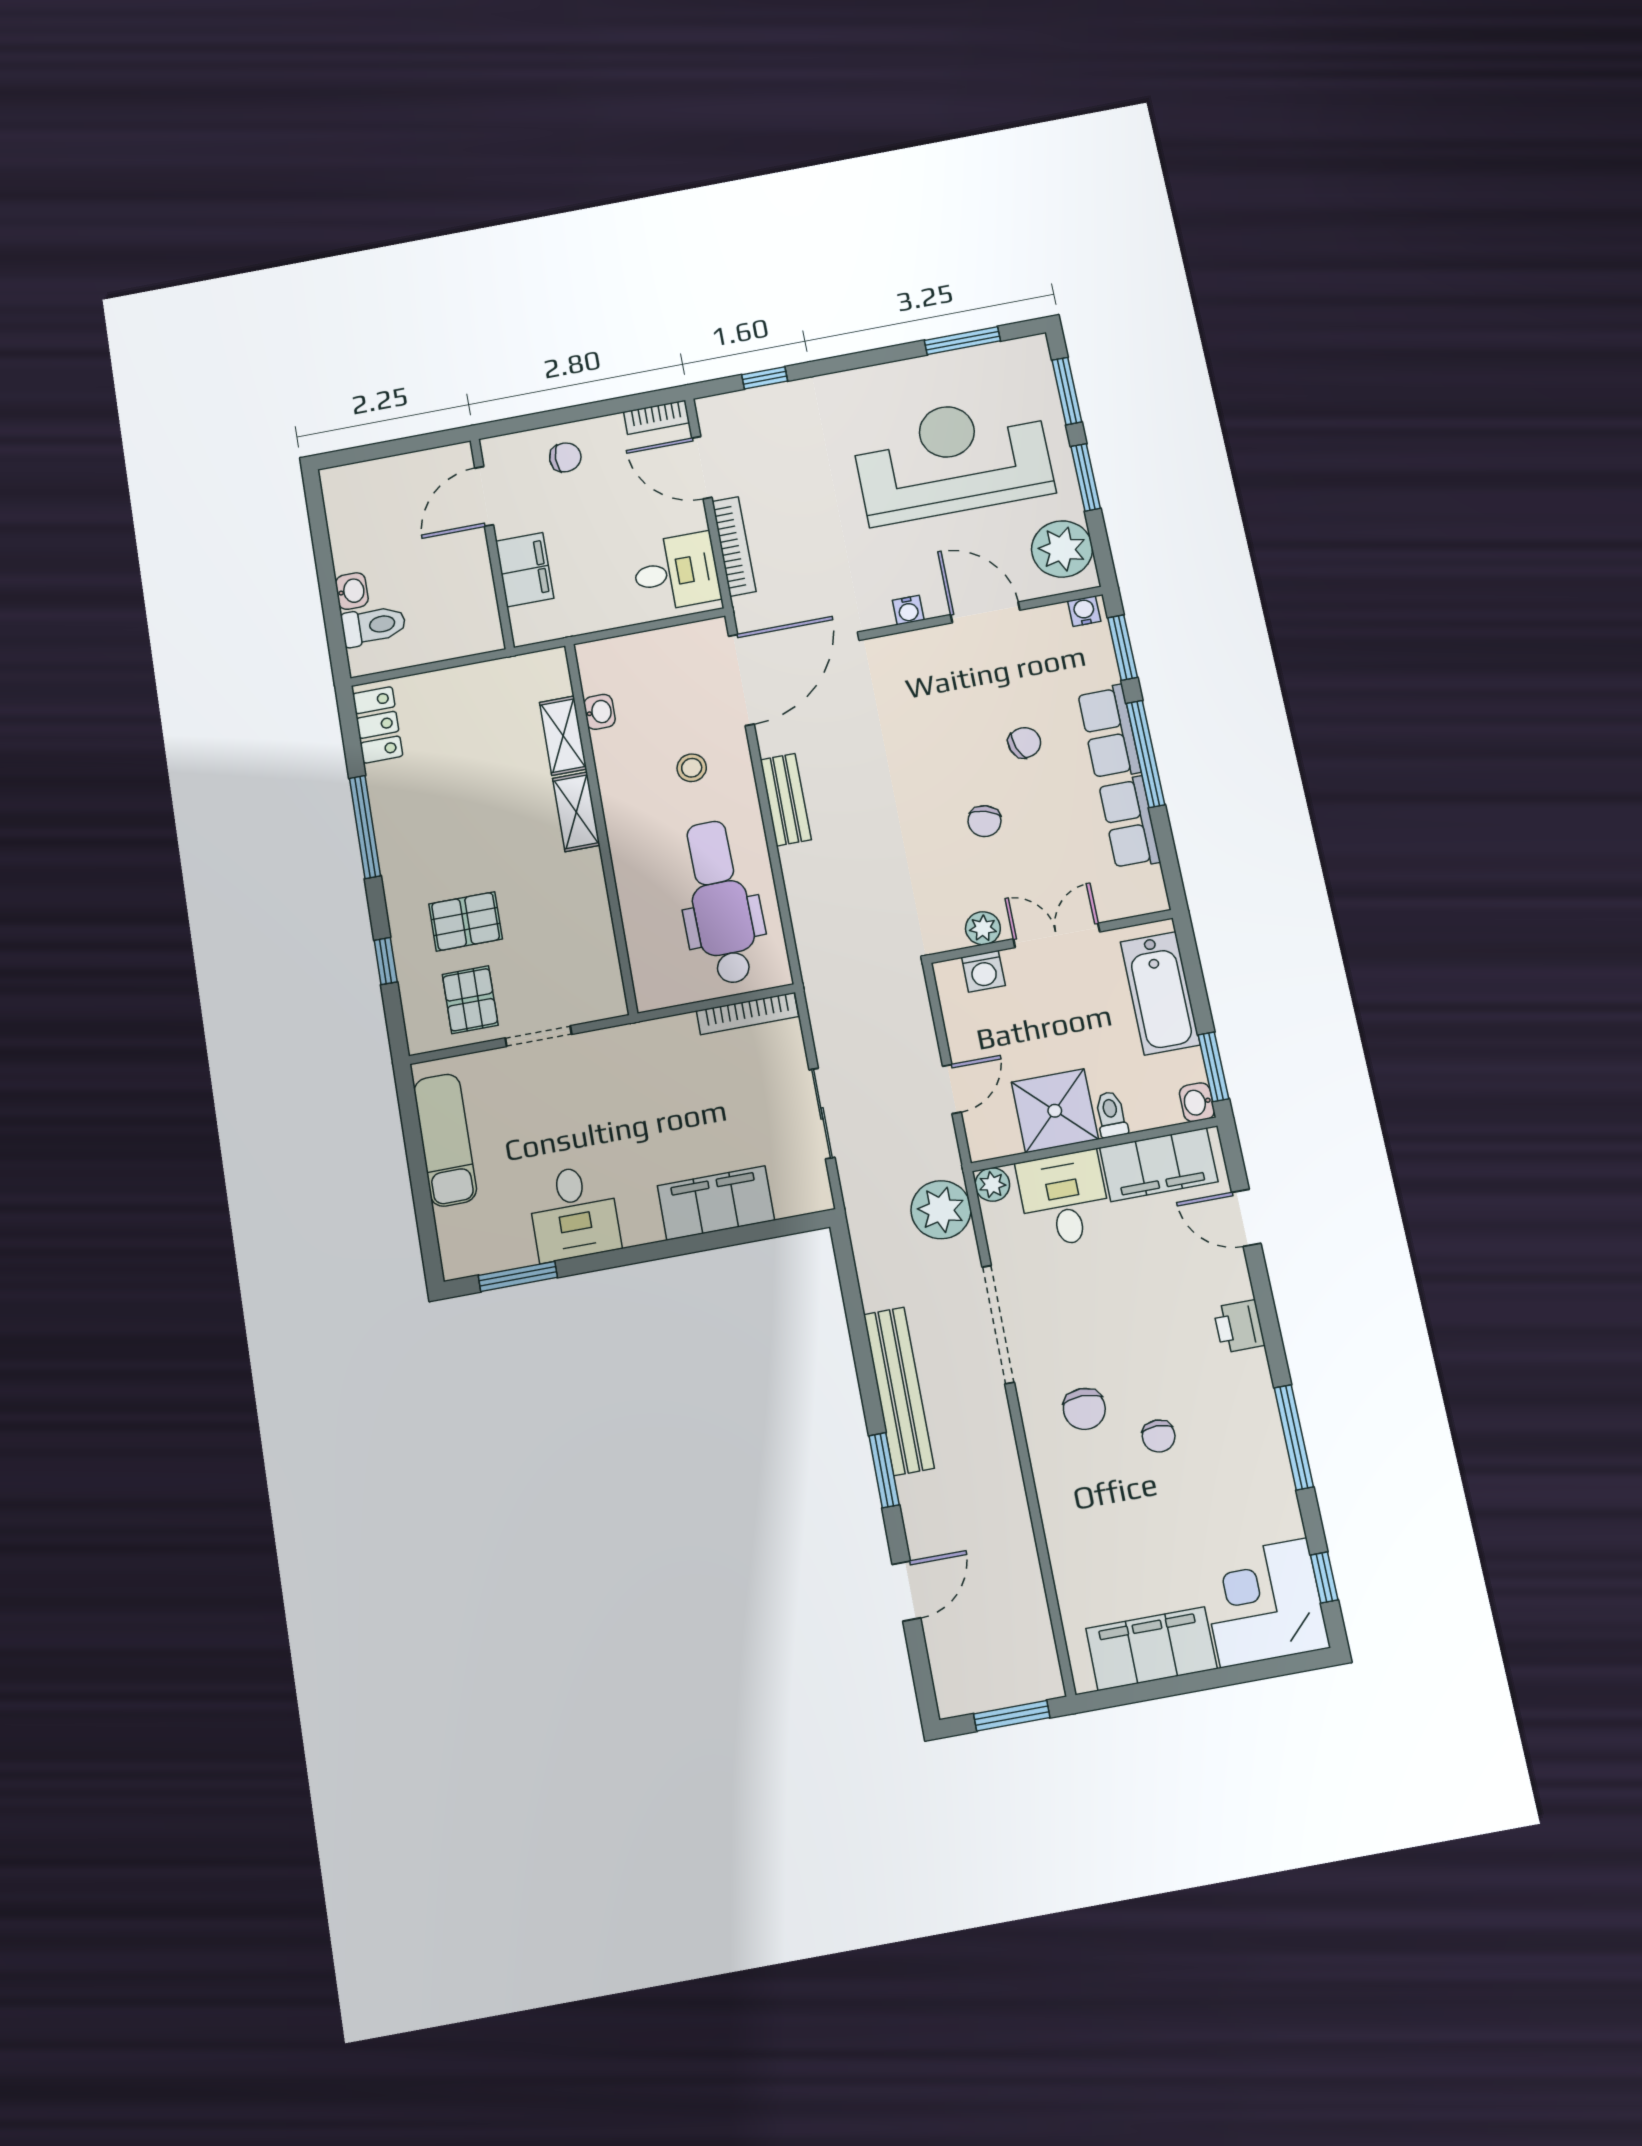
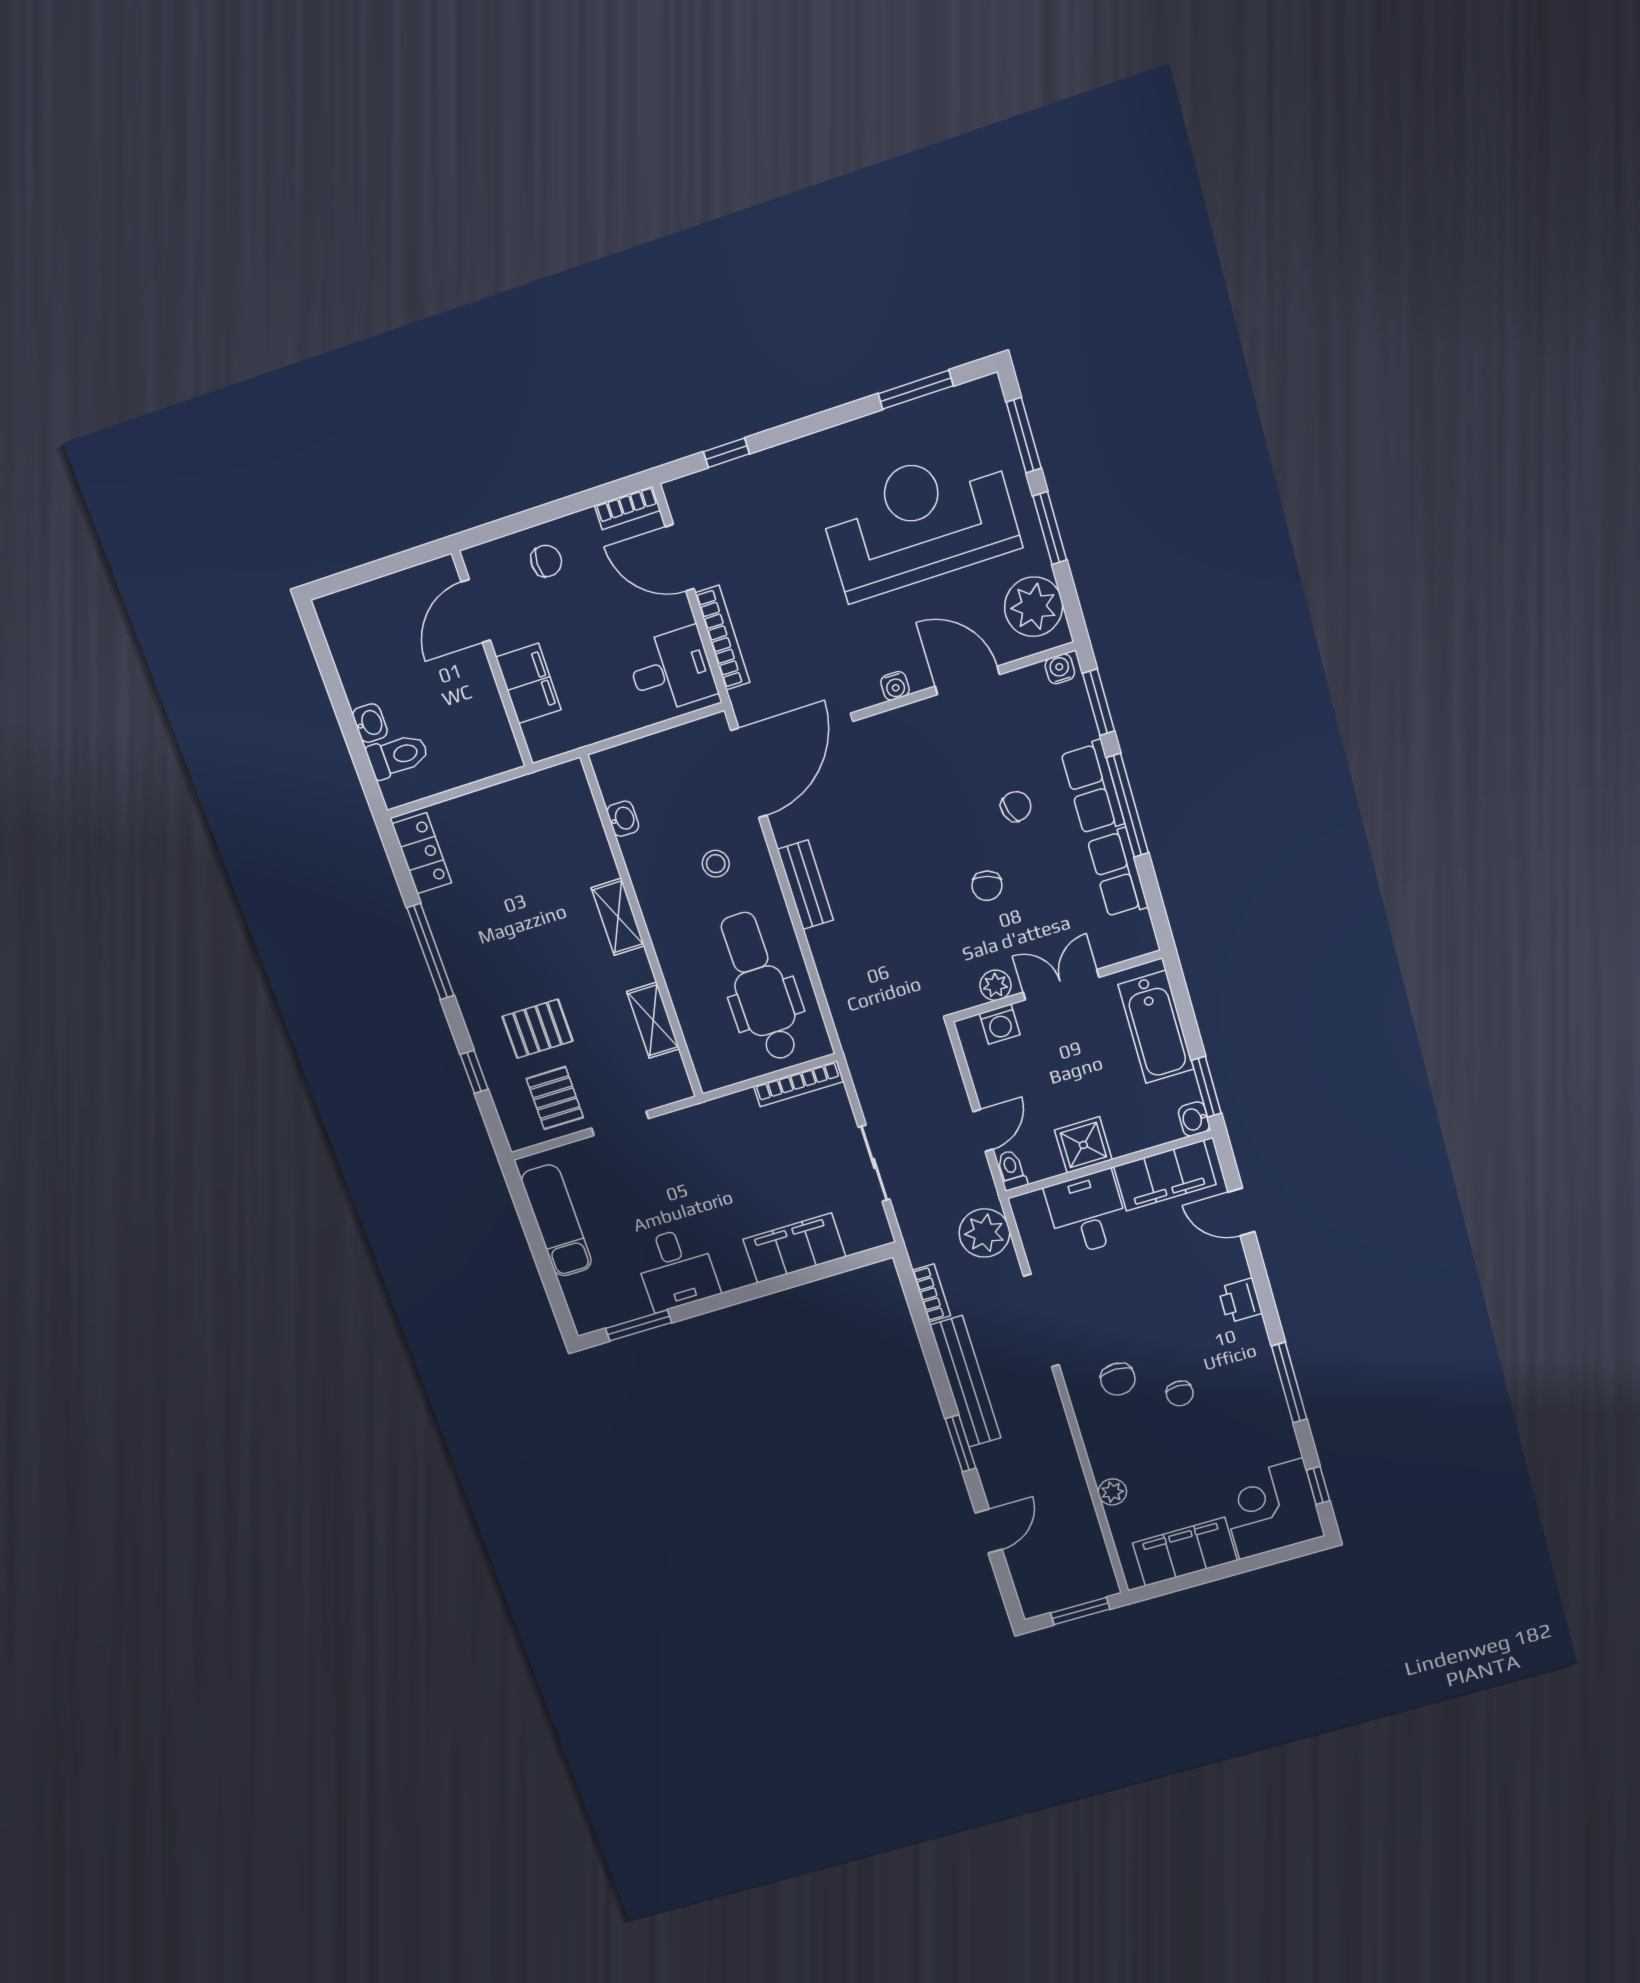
shelving: (563, 736) -> (653, 1020), moved
shower: (1055, 1111) -> (1083, 1145), width x0.73, depth x0.73
toilet: (1111, 1114) -> (1011, 1170), moved
plant: (992, 1185) -> (1112, 1492), moved
bookcase: (870, 1276) -> (931, 1293), added

